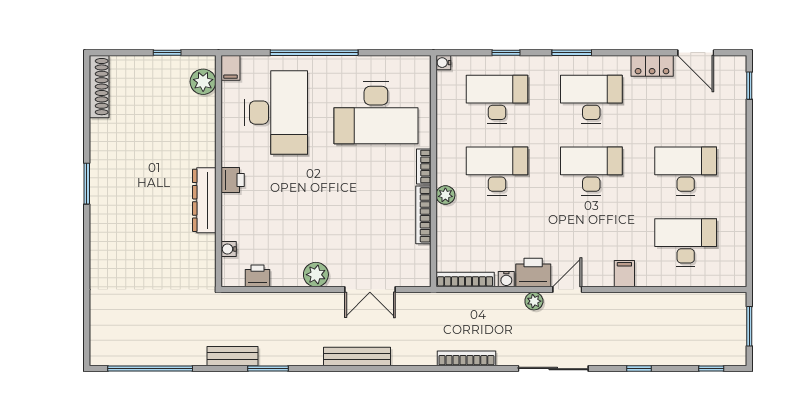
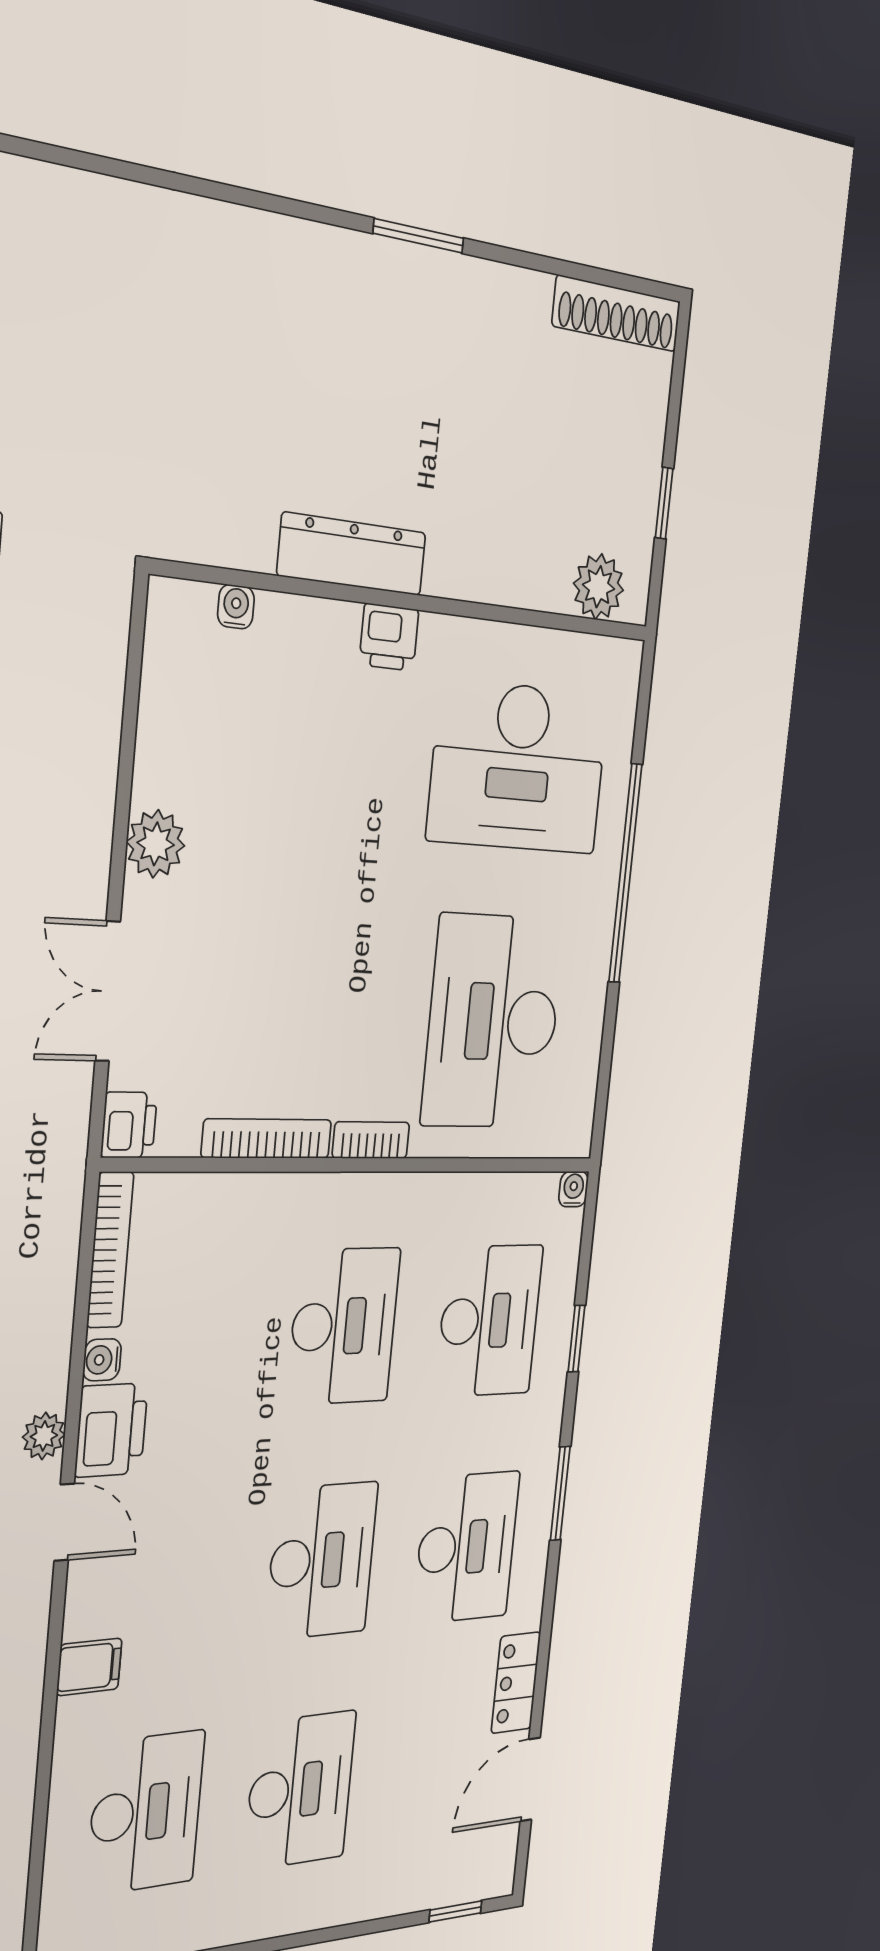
filing cabinet: (231, 68) -> (618, 661), removed
plant: (445, 195) -> (305, 1196), removed
printer: (257, 276) -> (129, 1125), moved

